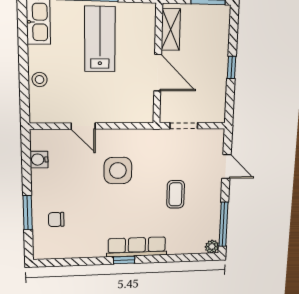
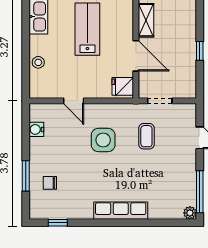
fridge: (142, 109) -> (123, 86), added
coffee table: (176, 194) -> (146, 136), moved
window: (124, 260) -> (58, 223), moved

